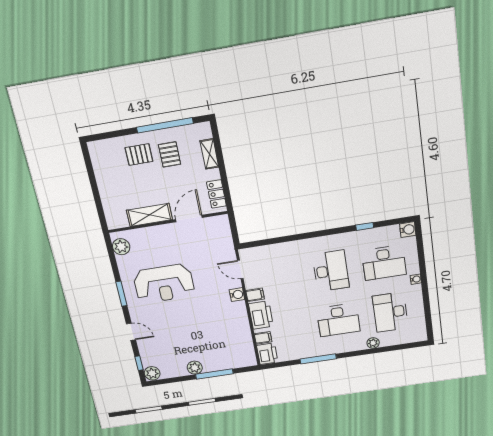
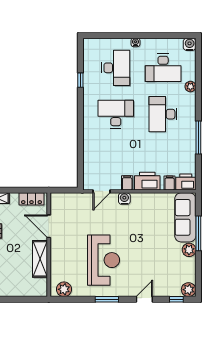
water cooler: (408, 230) -> (190, 44), moved
desk: (338, 320) -> (163, 114), turned 180
sofa: (229, 359) -> (185, 217), added

